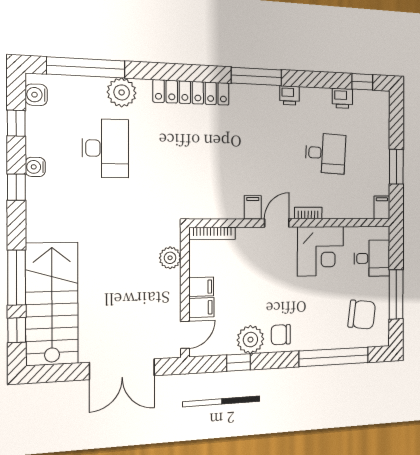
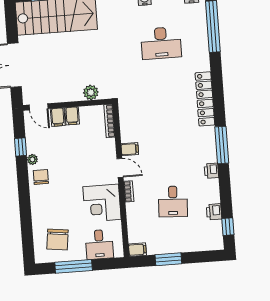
plant: (122, 92) -> (199, 51), removed
plant: (250, 340) -> (32, 159), width x0.53, depth x0.53
window: (334, 357) -> (26, 219), removed

